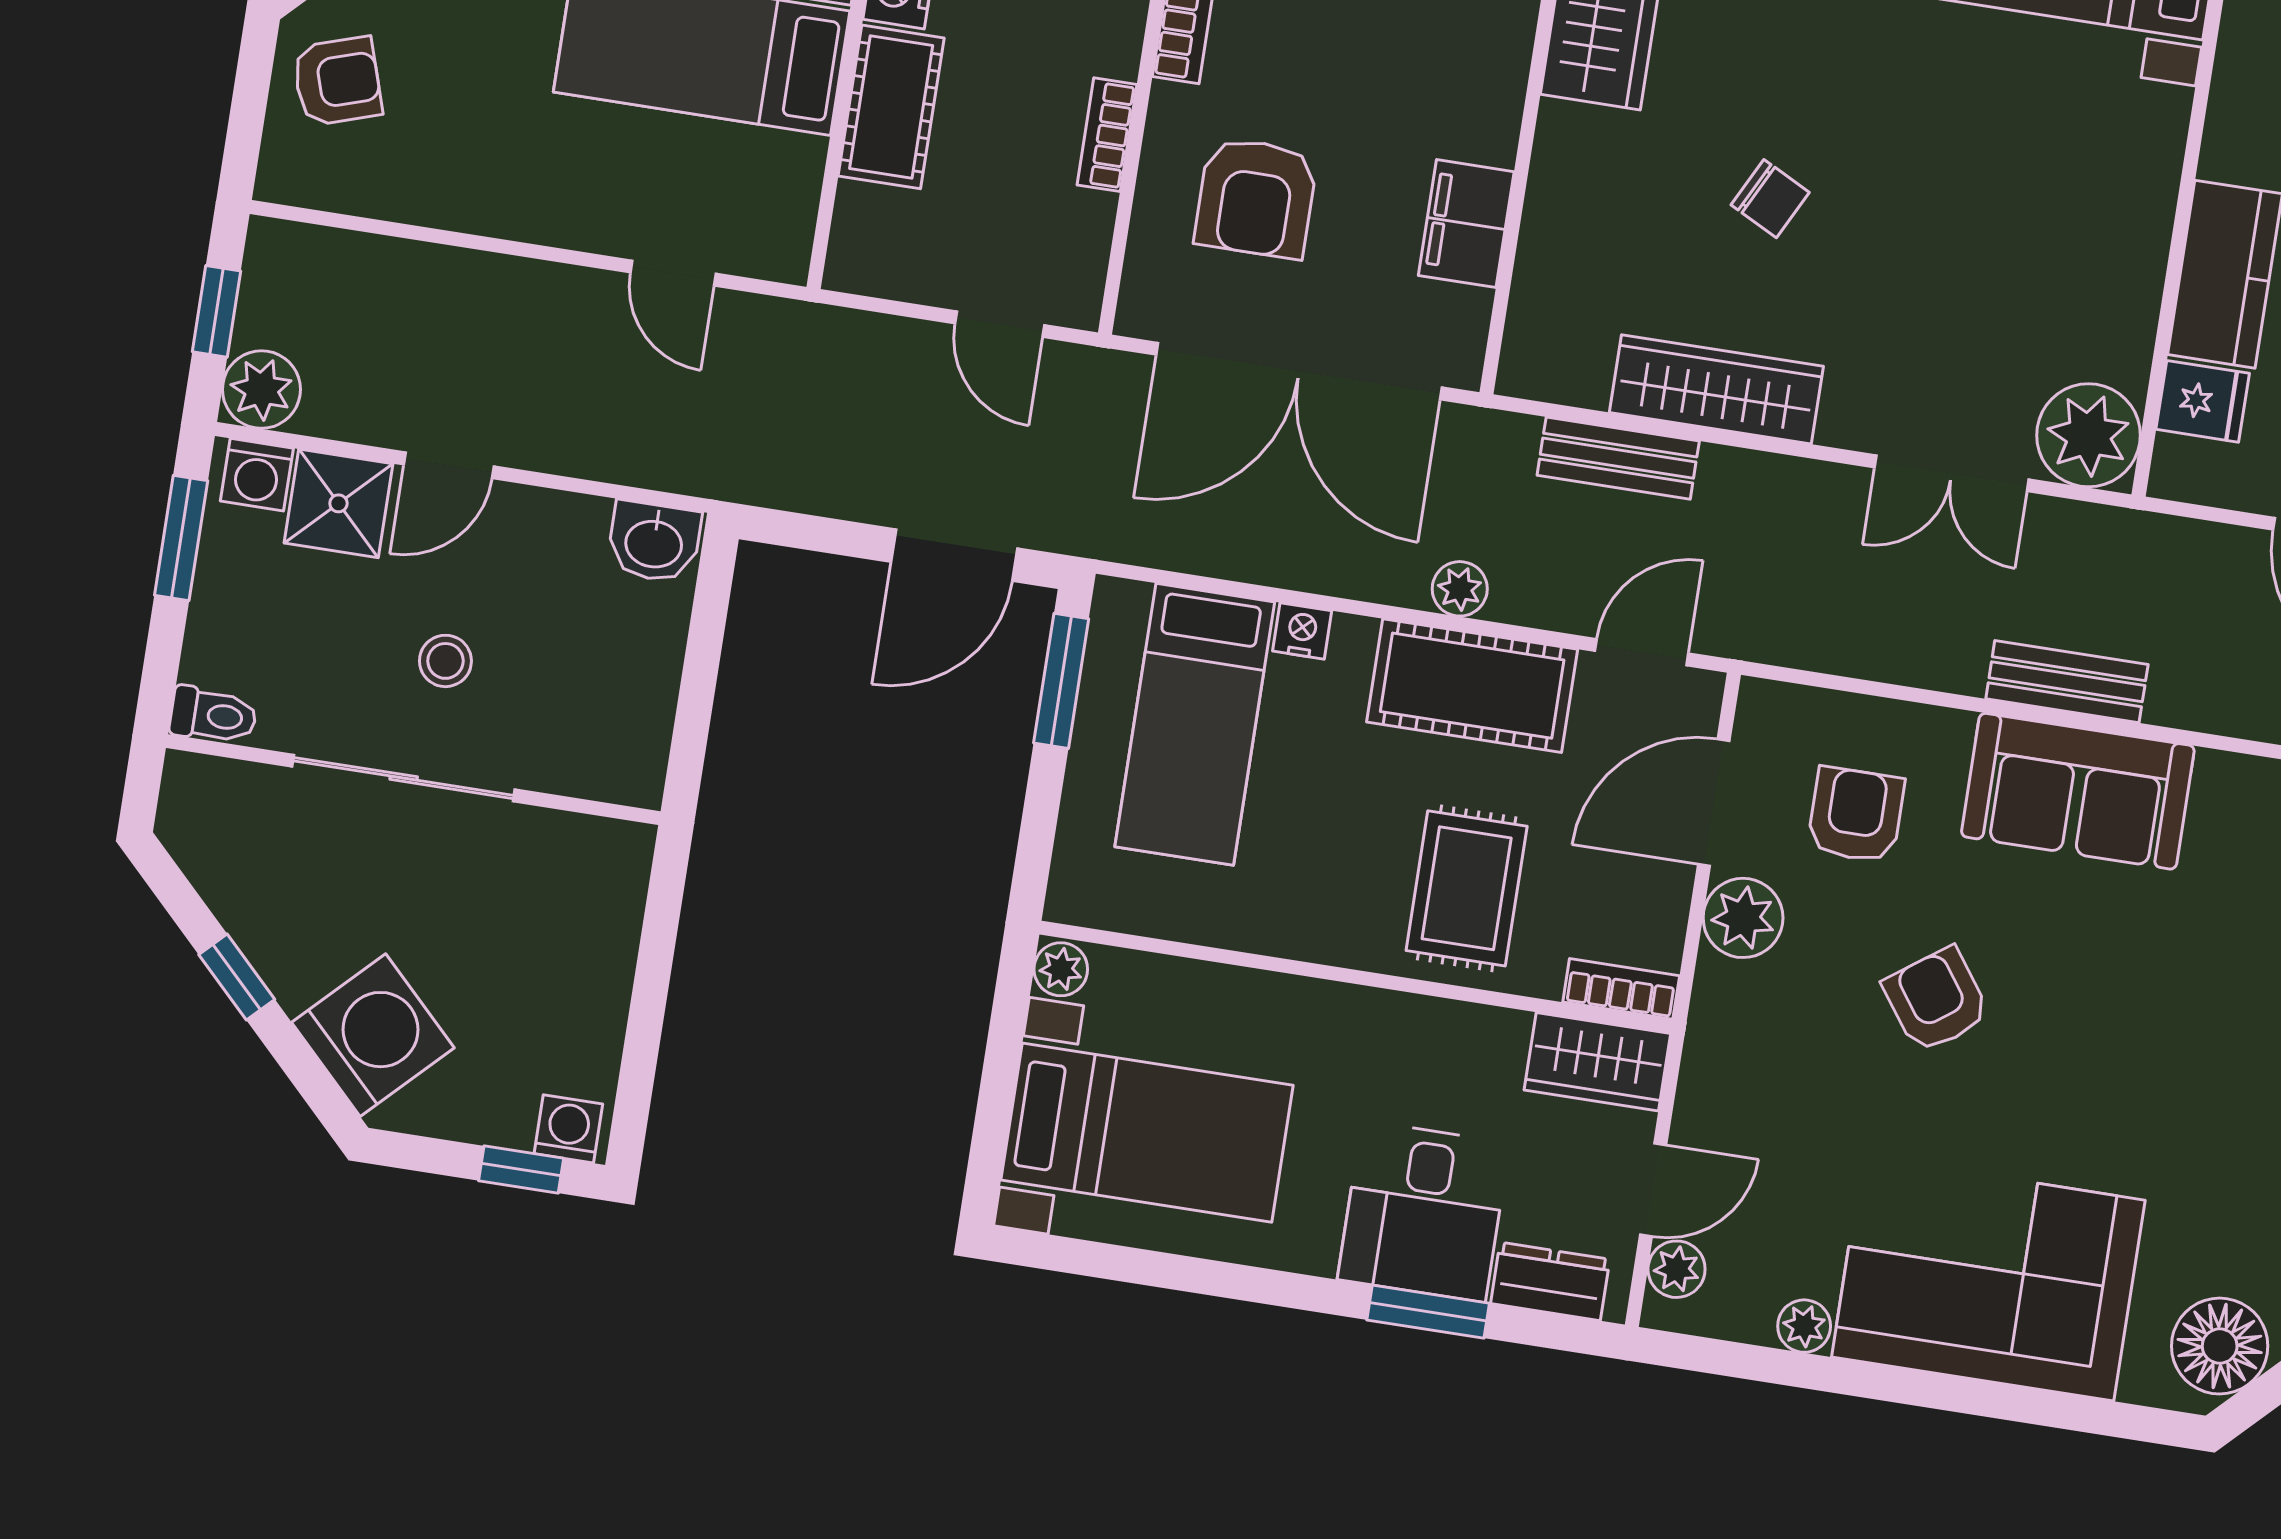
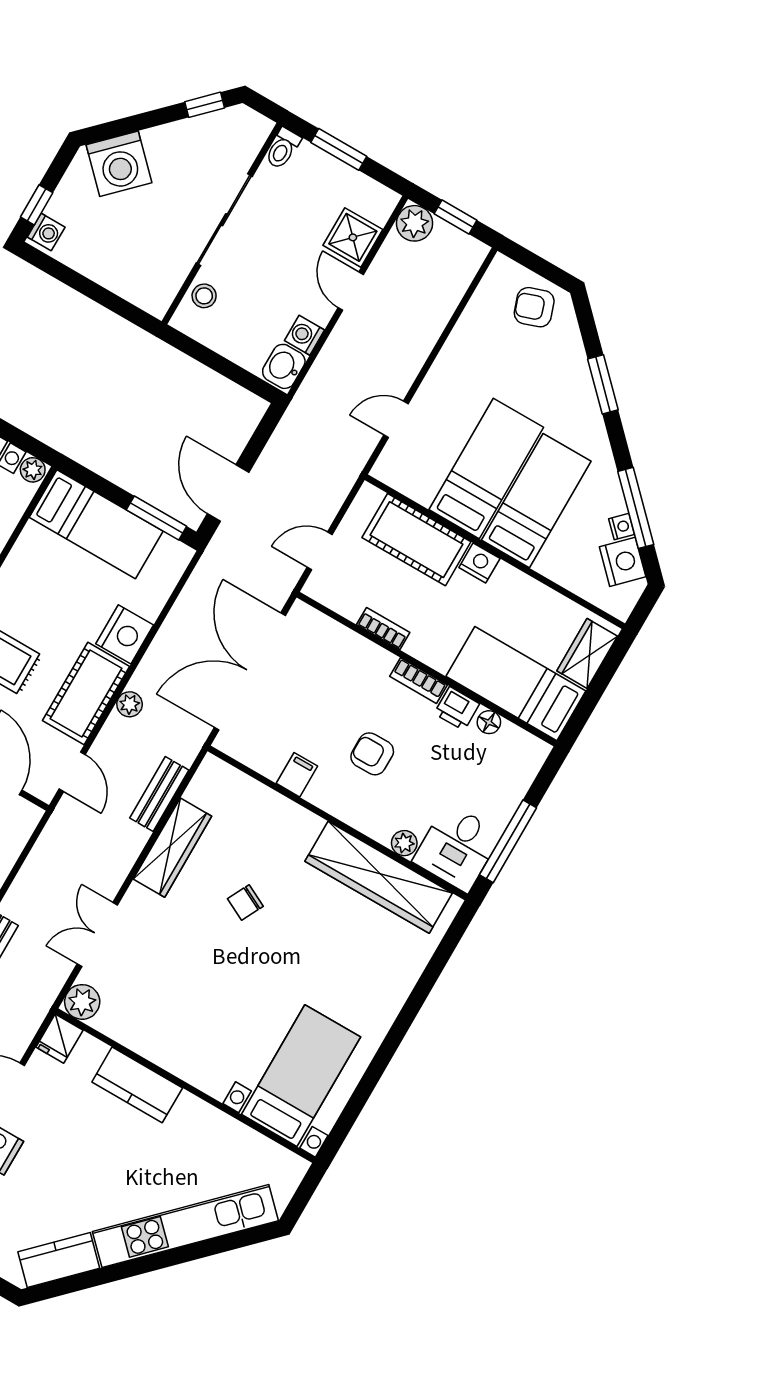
armchair: (337, 81) -> (534, 307), turned 89
cot: (891, 107) -> (416, 540), width x1.37, depth x1.34
armchair: (1256, 198) -> (372, 754), moved, width x0.72, depth x0.72
filing cabinet: (1466, 224) -> (297, 775), width x0.50
fridge: (2203, 401) -> (59, 1039), moved
plant: (2088, 435) -> (82, 1002), width x0.73, depth x0.73
washing machine: (257, 475) -> (305, 335), moved
window: (181, 538) -> (339, 149), moved
nightstand: (1302, 631) -> (125, 634), width x1.89, depth x1.79
stool: (445, 661) -> (204, 296), moved
bed: (1195, 724) -> (96, 524), moved, turned 180
window: (237, 977) -> (205, 105), moved

